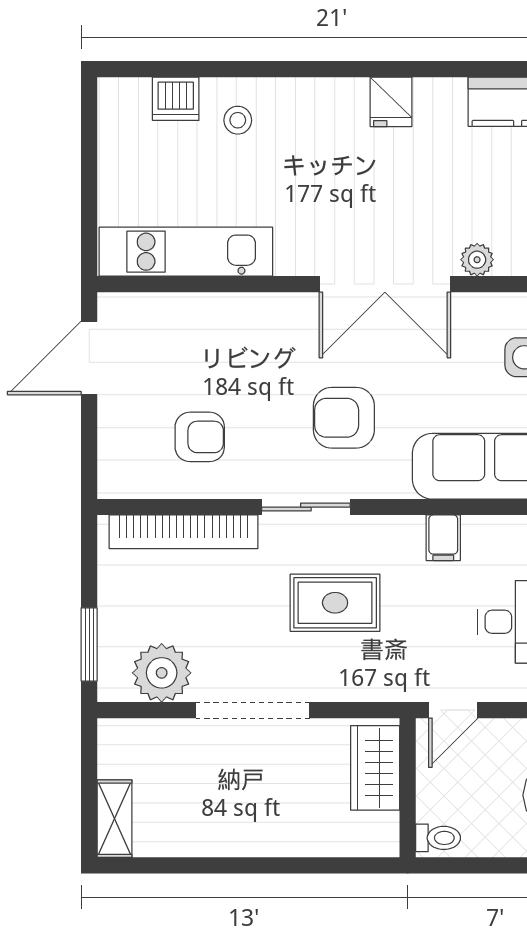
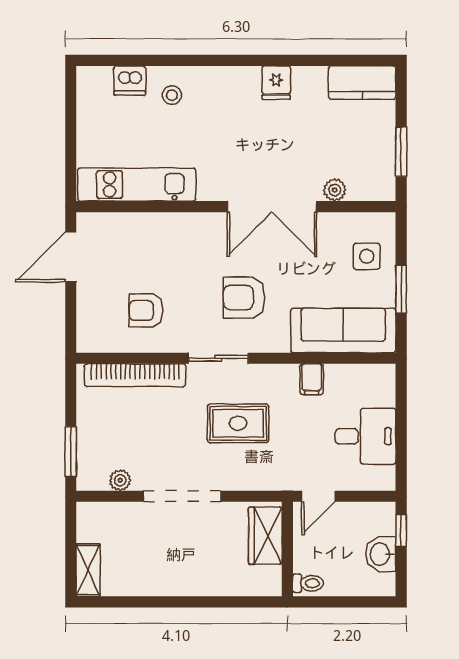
armchair: (200, 437) -> (146, 311), turned 180
plant: (162, 673) -> (120, 480), width x0.53, depth x0.53

